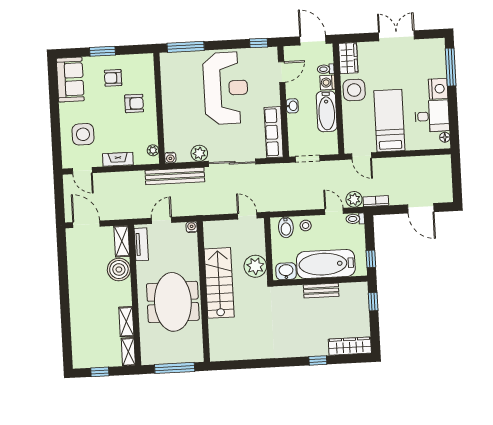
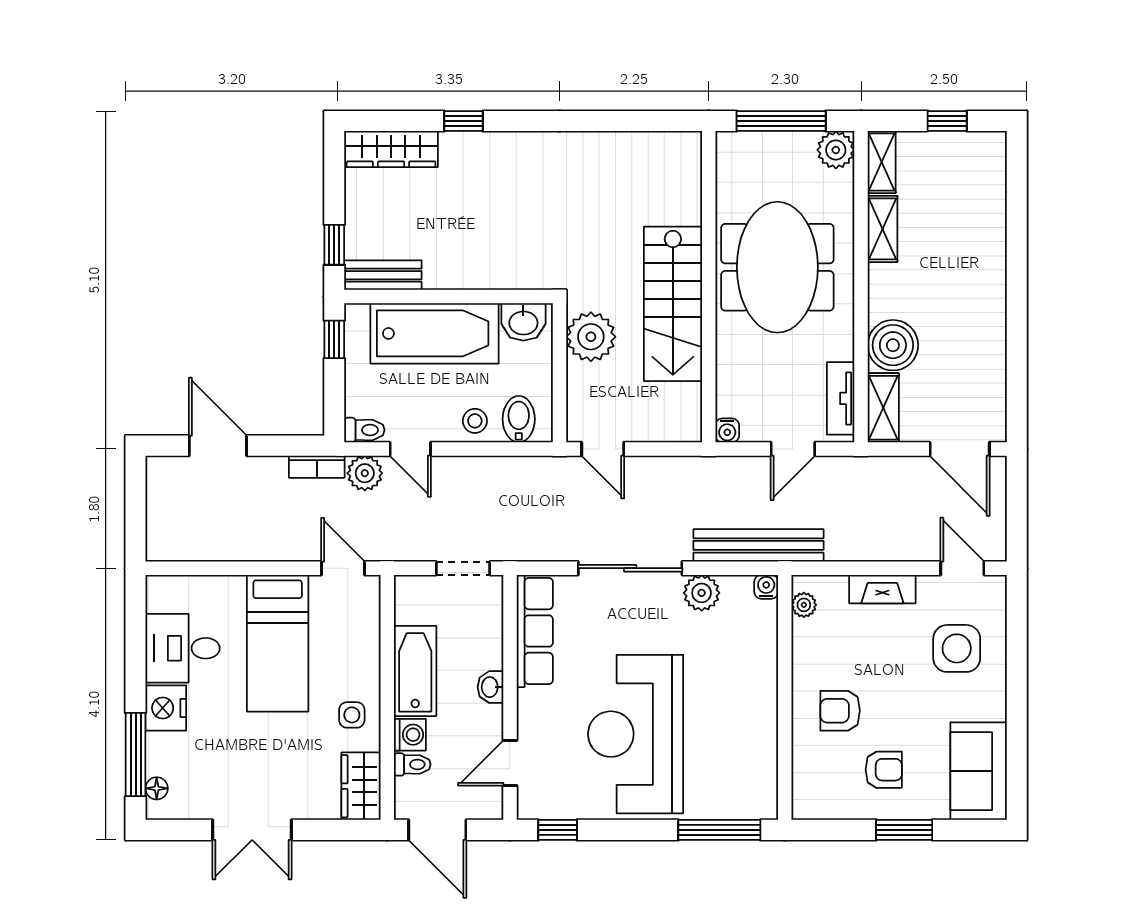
side table: (354, 90) -> (352, 715), width x0.54, depth x0.54
floor lamp: (445, 137) -> (157, 788), moved
bench: (321, 291) -> (383, 275), moved
plant: (149, 356) -> (836, 150), added

